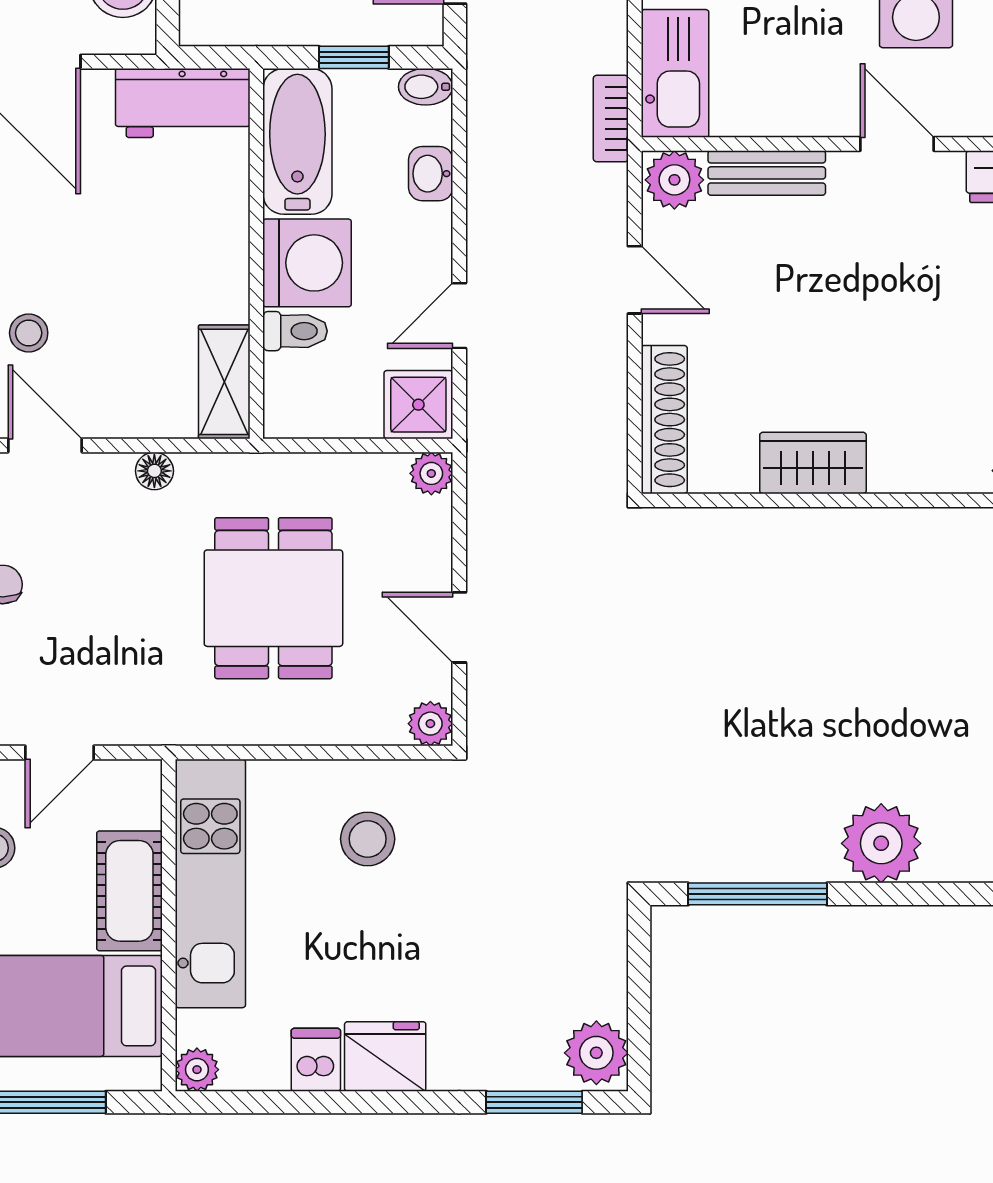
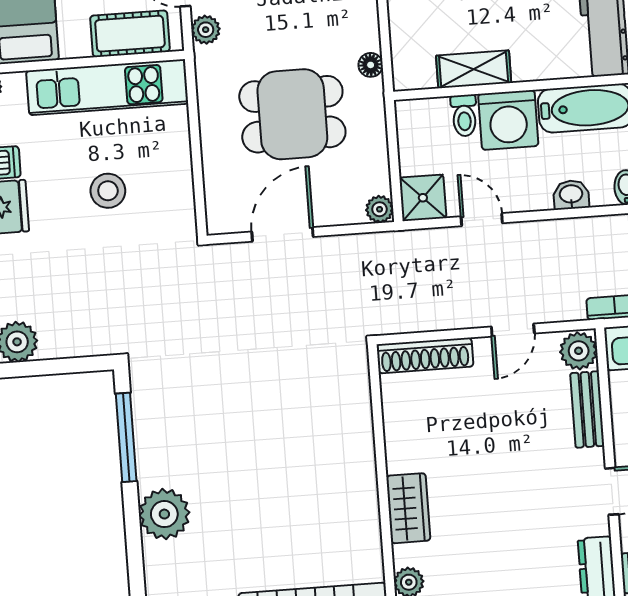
shelving: (224, 382) -> (474, 69), moved
wardrobe: (813, 463) -> (408, 508), moved
floor lamp: (154, 471) -> (371, 65), moved
door: (459, 627) -> (283, 234), width x1.38
plant: (430, 724) -> (206, 30), moved
stool: (368, 839) -> (108, 191), moved
cot: (129, 891) -> (130, 34), moved

